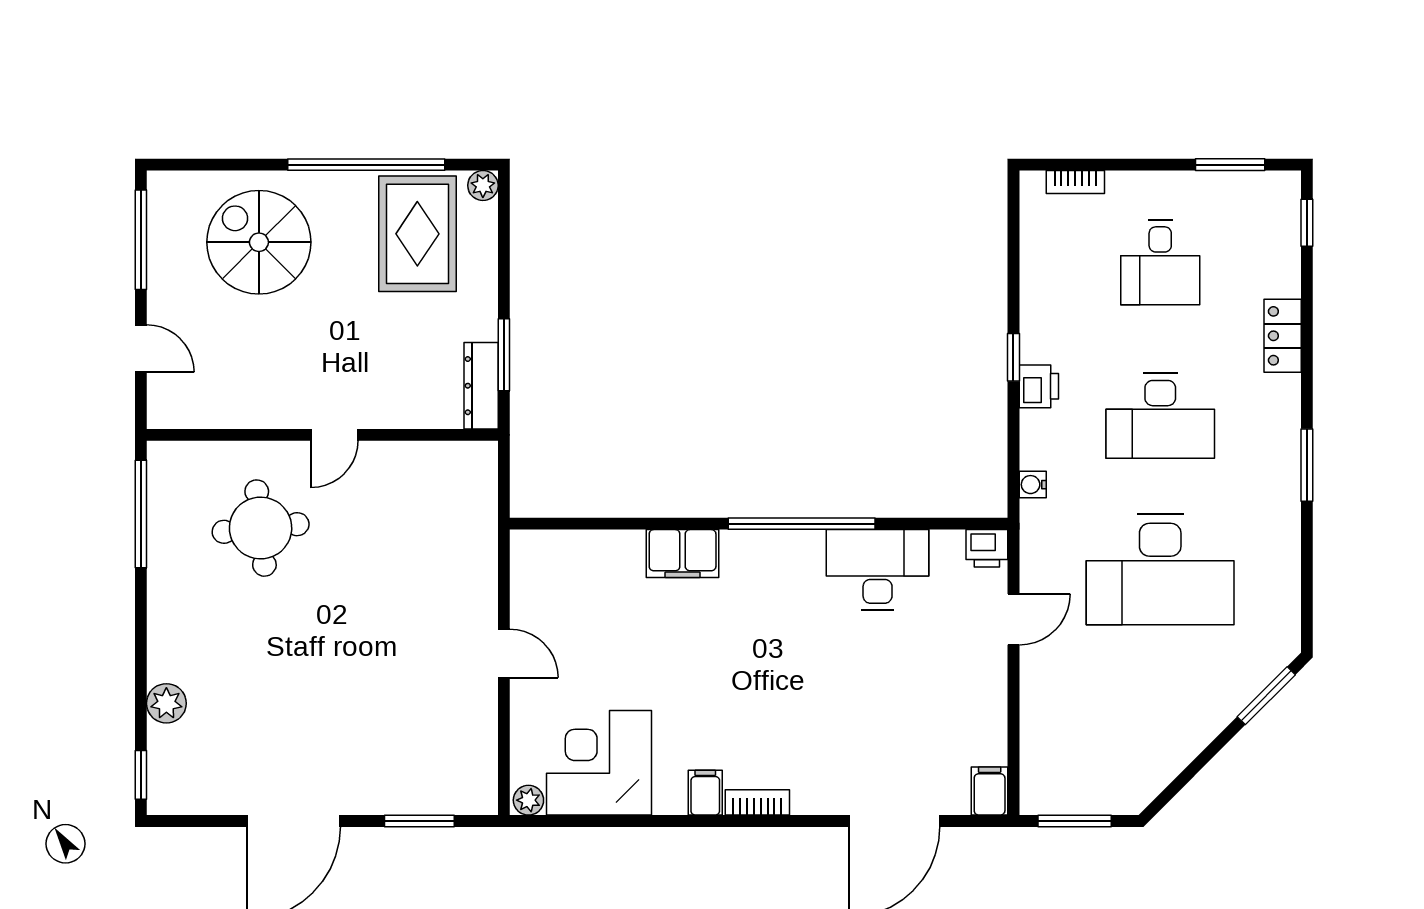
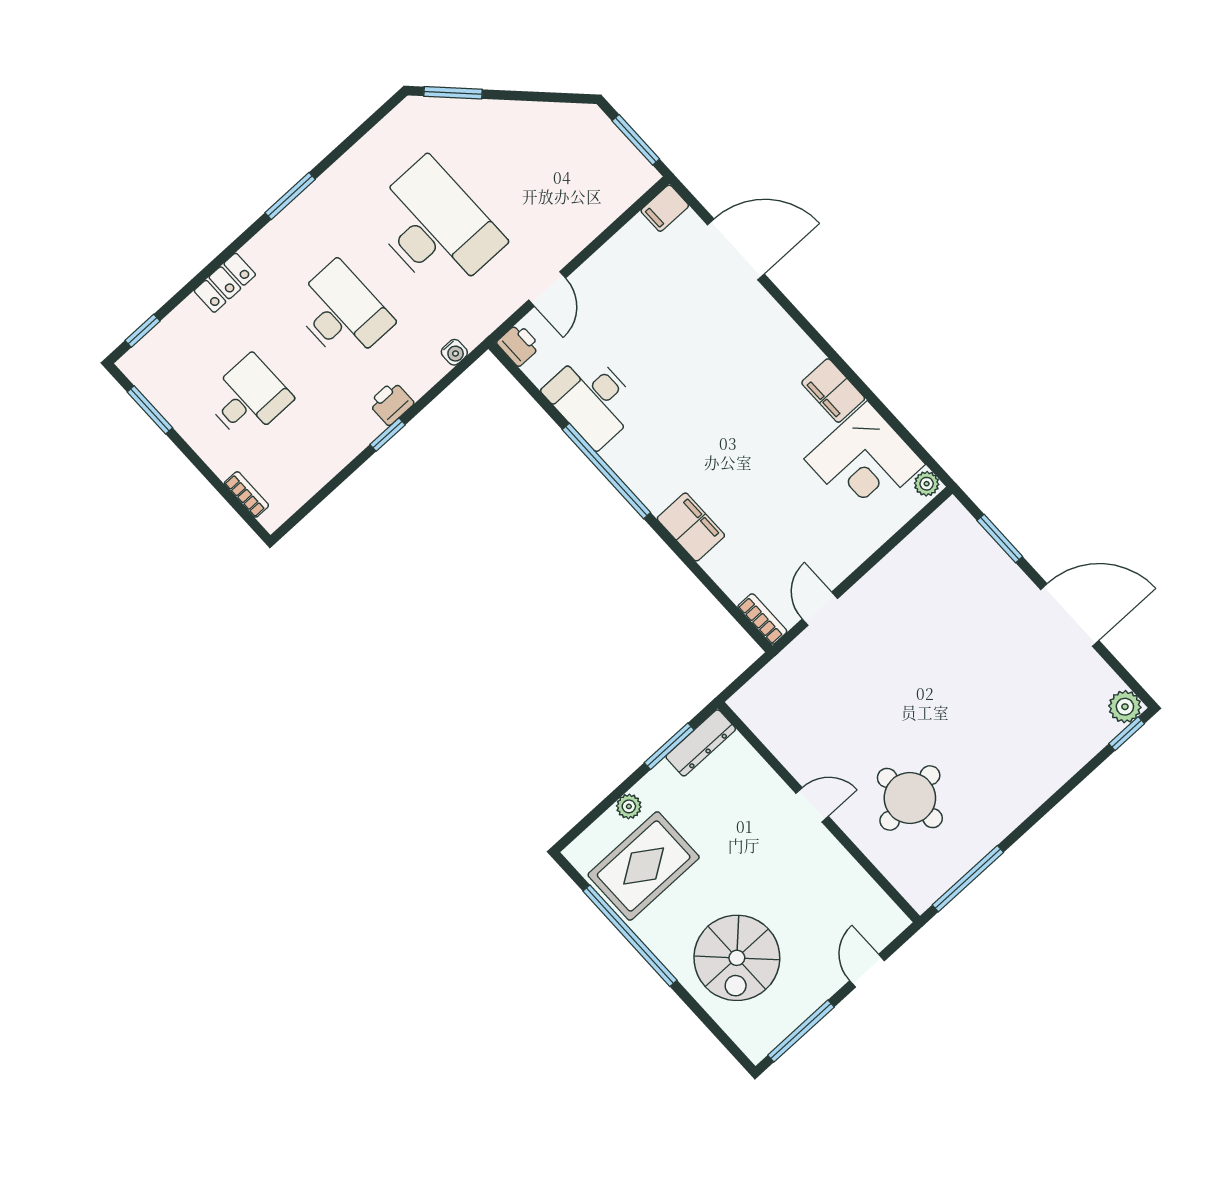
plant: (483, 185) -> (629, 806), moved
door: (1013, 619) -> (547, 289), swing flipped
door: (504, 653) -> (820, 609), moved
plant: (166, 703) -> (1125, 707), moved
filing cabinet: (705, 793) -> (833, 391), width x2.00
bookcase: (757, 802) -> (762, 619), moved, turned 180

